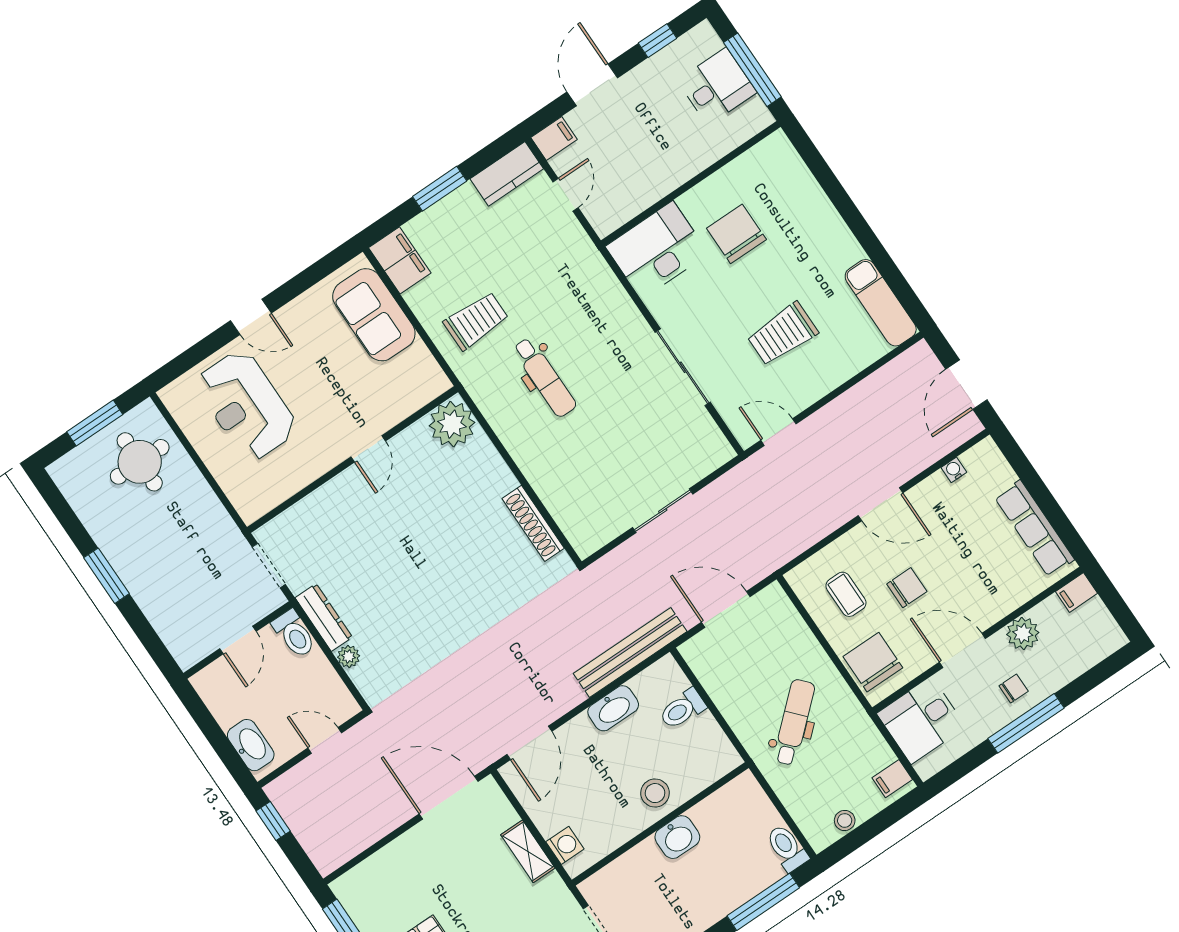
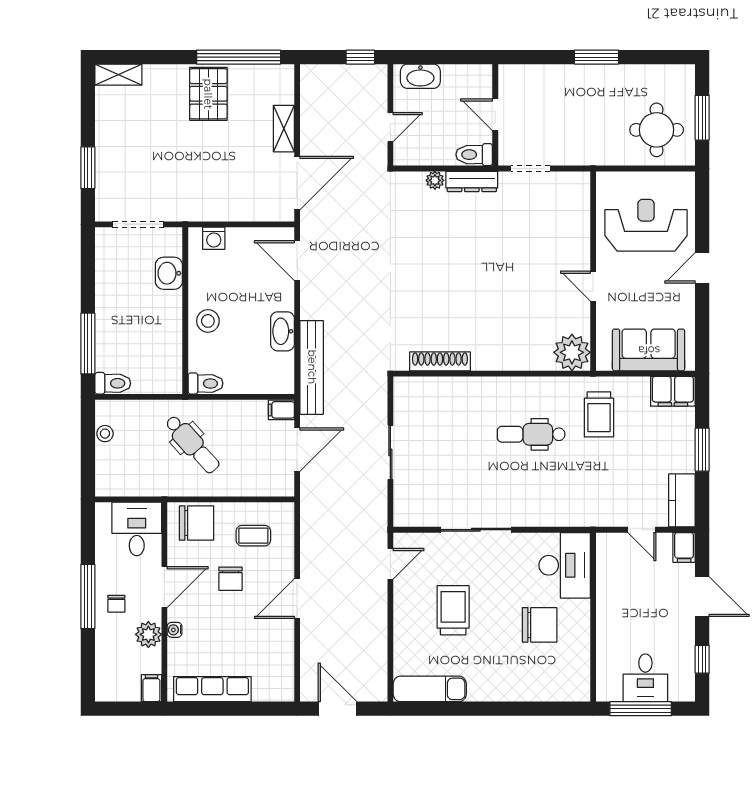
plant: (452, 424) -> (572, 352), moved
door: (368, 449) -> (593, 286), moved
wall: (353, 460) -> (593, 271), moved
water cooler: (954, 470) -> (175, 630), moved, turned 180
toilet: (682, 709) -> (206, 383), moved, turned 90
filing cabinet: (892, 779) -> (281, 410), moved, turned -90
washbasin: (677, 837) -> (169, 273), moved
shelving: (528, 851) -> (284, 129), moved, turned 90

